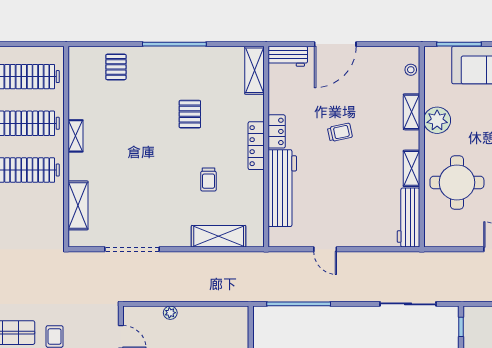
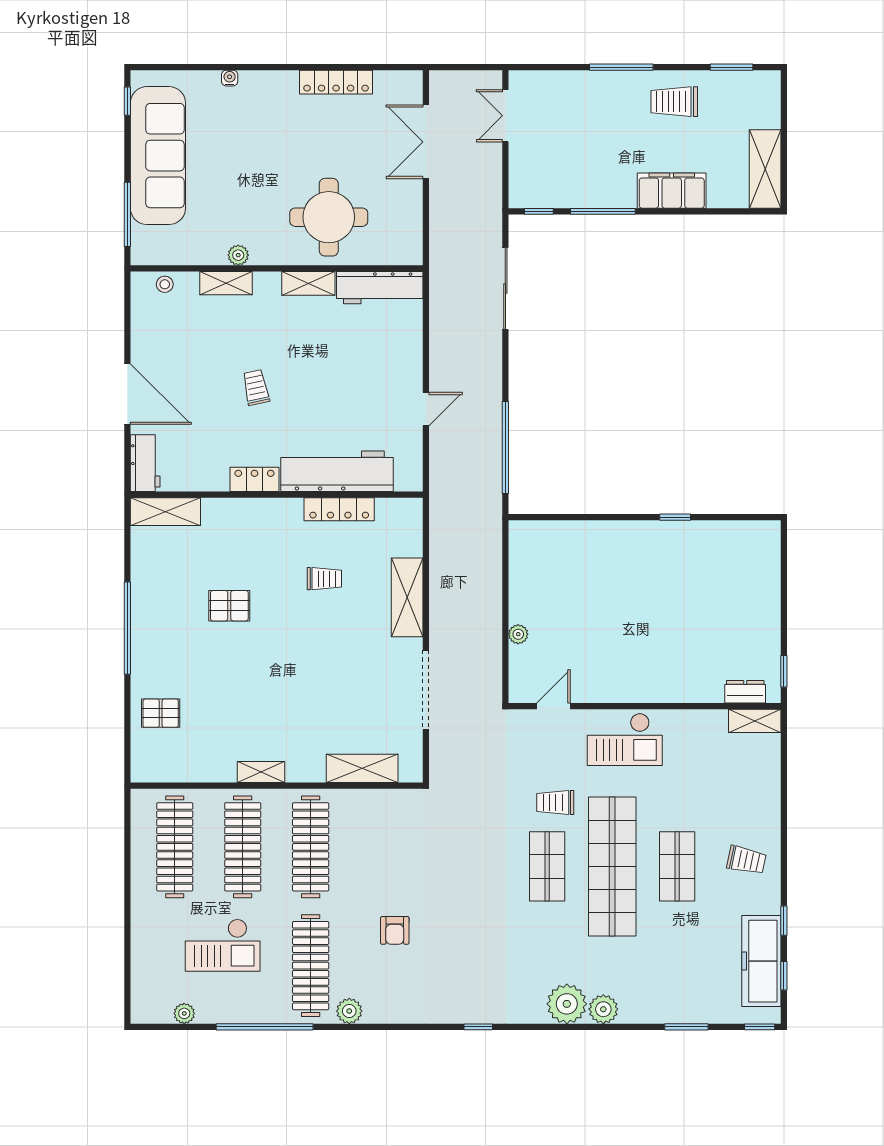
plant: (437, 120) -> (238, 255), width x0.53, depth x0.53
locker: (256, 146) -> (339, 509), moved
shelving: (219, 236) -> (407, 597), moved

